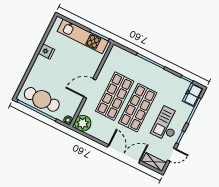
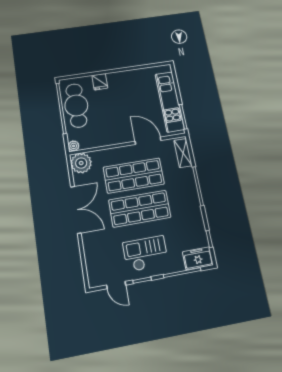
fridge: (46, 51) -> (100, 82), moved
door: (90, 88) -> (148, 141), moved
double door: (124, 154) -> (76, 210), moved
shelving: (154, 162) -> (183, 153), moved

